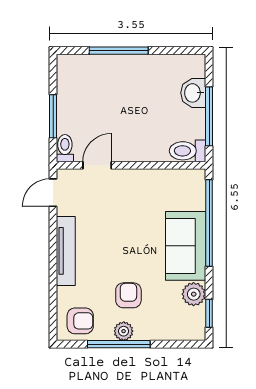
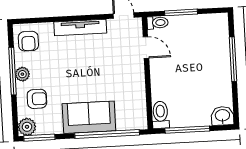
washbasin: (193, 93) -> (222, 116), moved
plant: (194, 294) -> (27, 127), moved
armchair: (128, 295) -> (37, 99), moved
window: (209, 313) -> (39, 138), width x1.50

